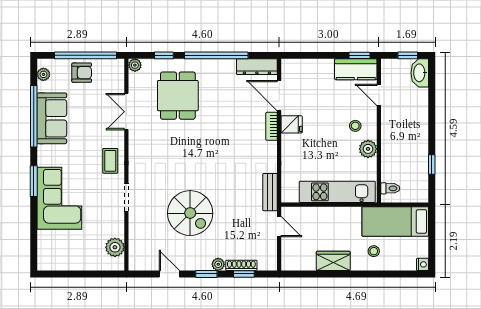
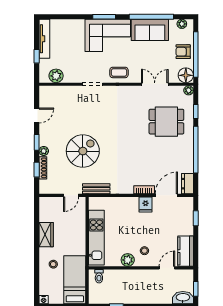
window: (359, 55) -> (196, 218), moved
dresser: (257, 67) -> (187, 184), width x0.70
floor lamp: (114, 69) -> (186, 75), added
armchair: (82, 73) -> (183, 52), turned 90
corner sofa: (59, 198) -> (108, 35), moved
spiral stairs: (190, 213) -> (83, 151), moved, turned 180
tv unit: (64, 263) -> (44, 39), added
window: (88, 274) -> (37, 56), added

